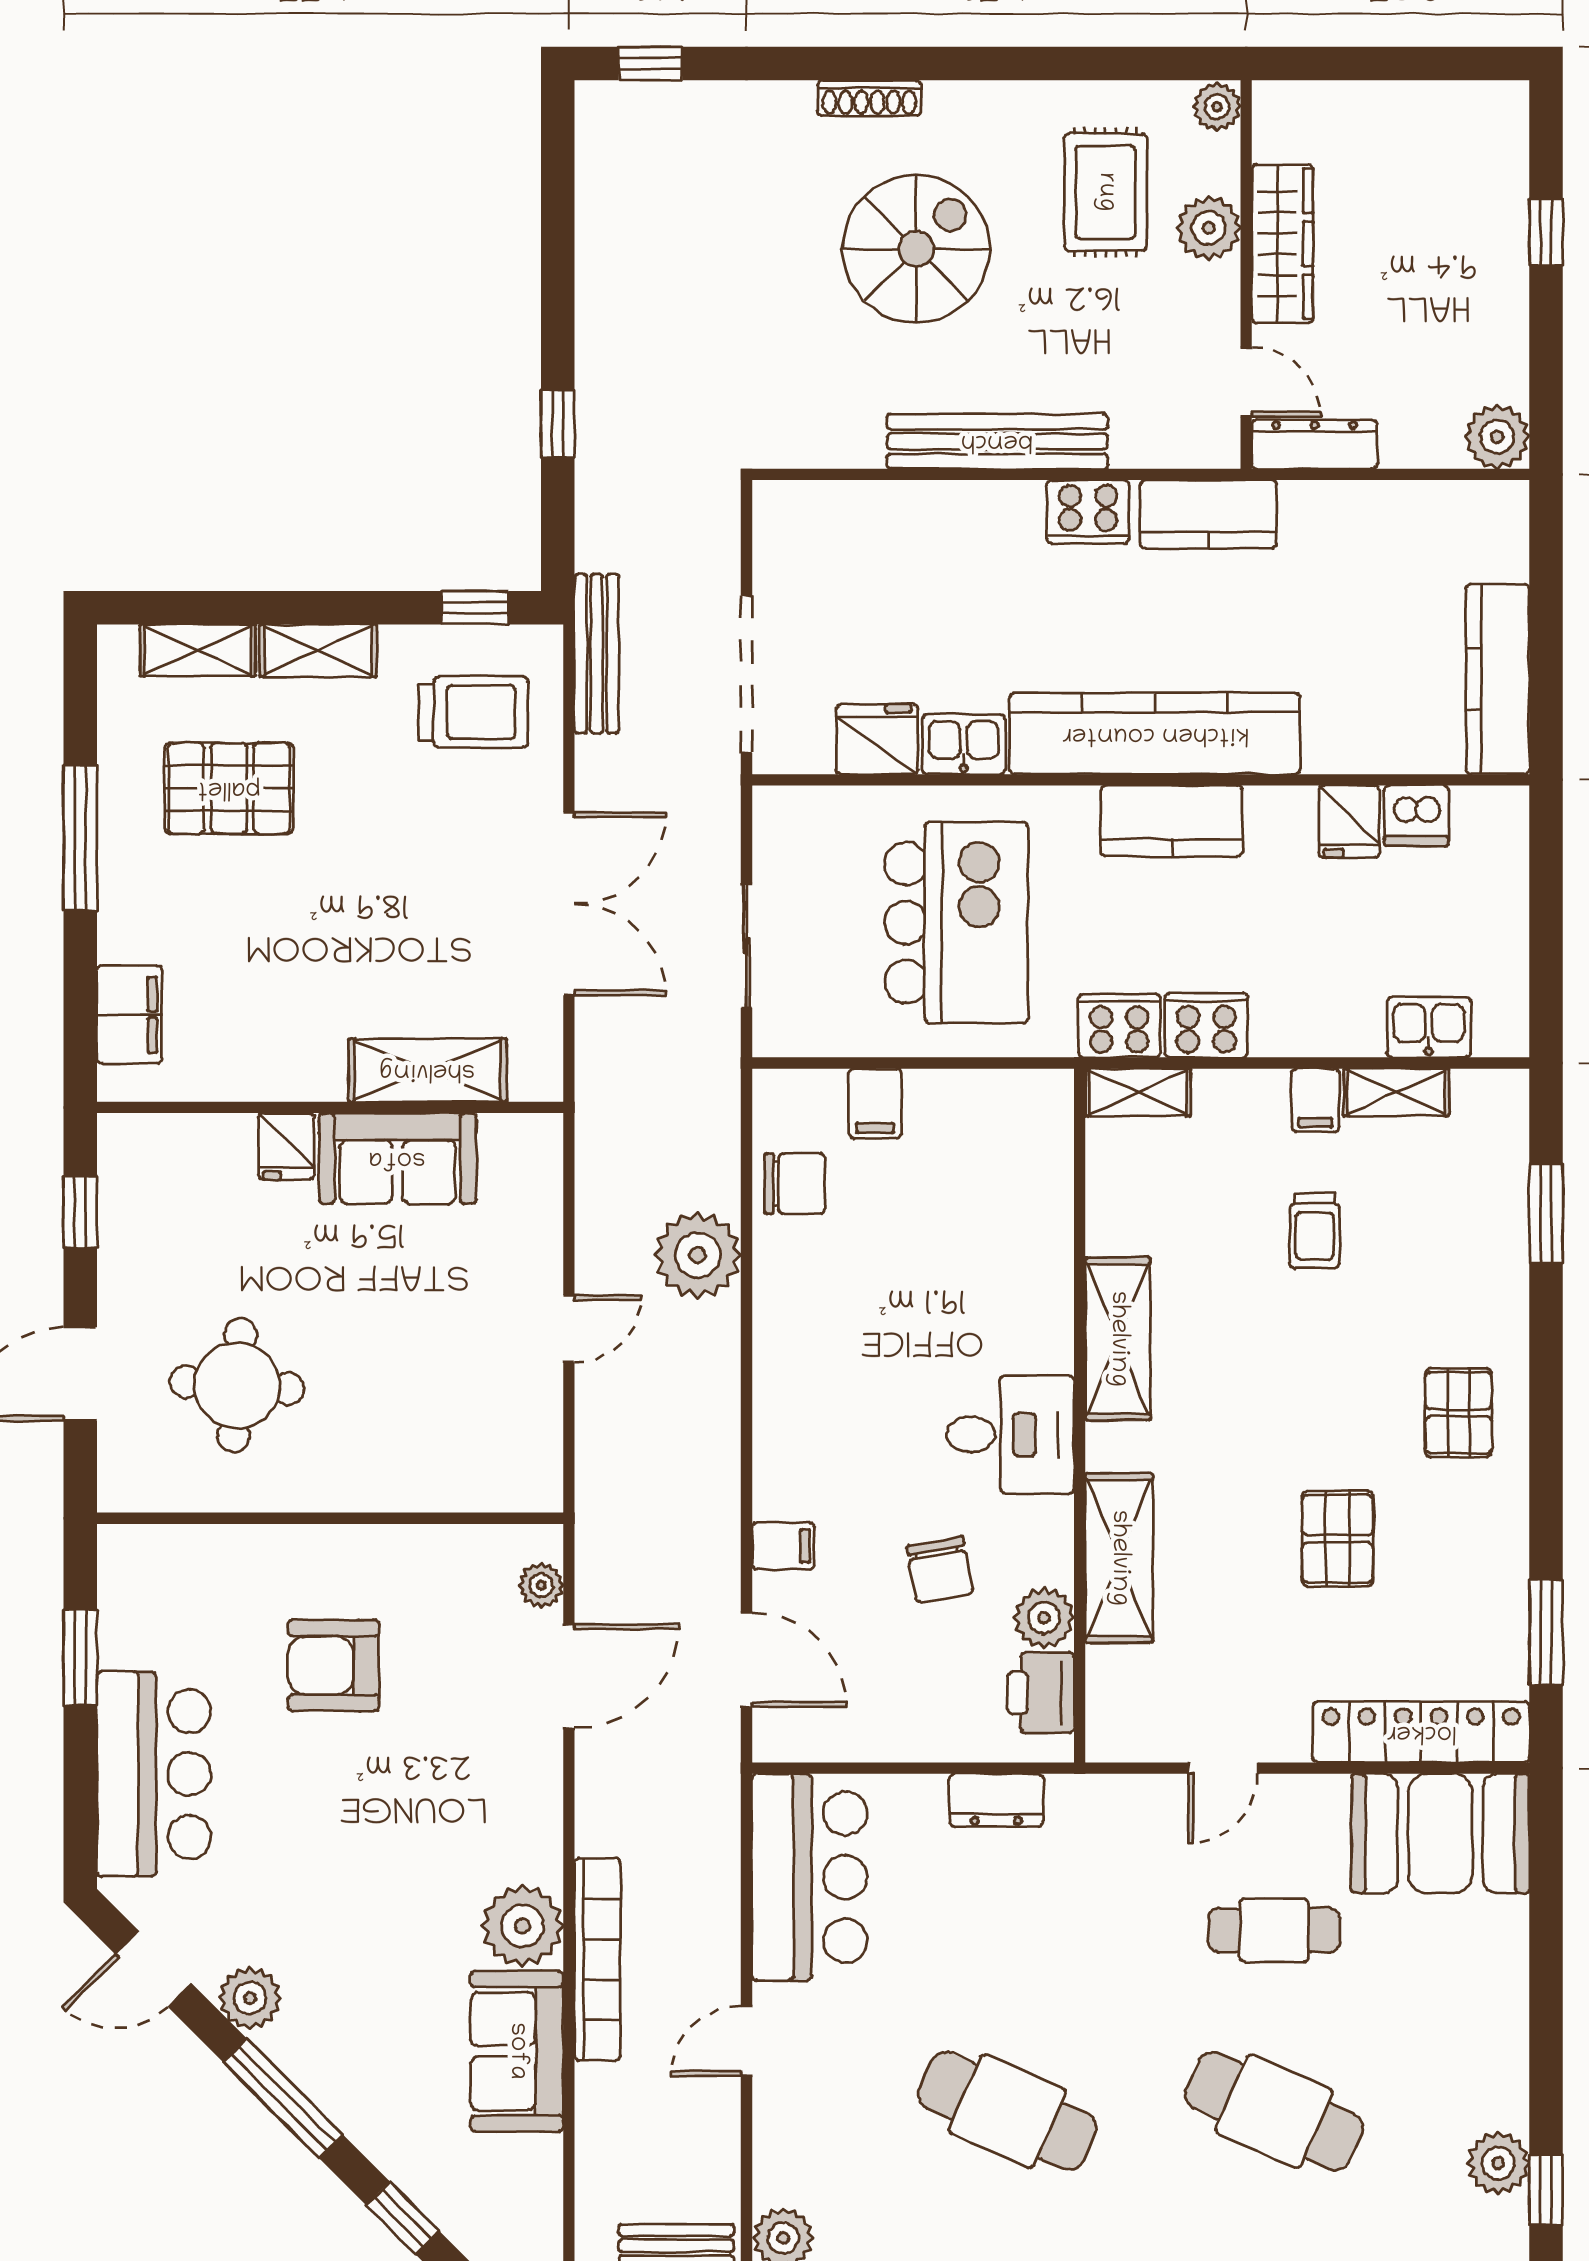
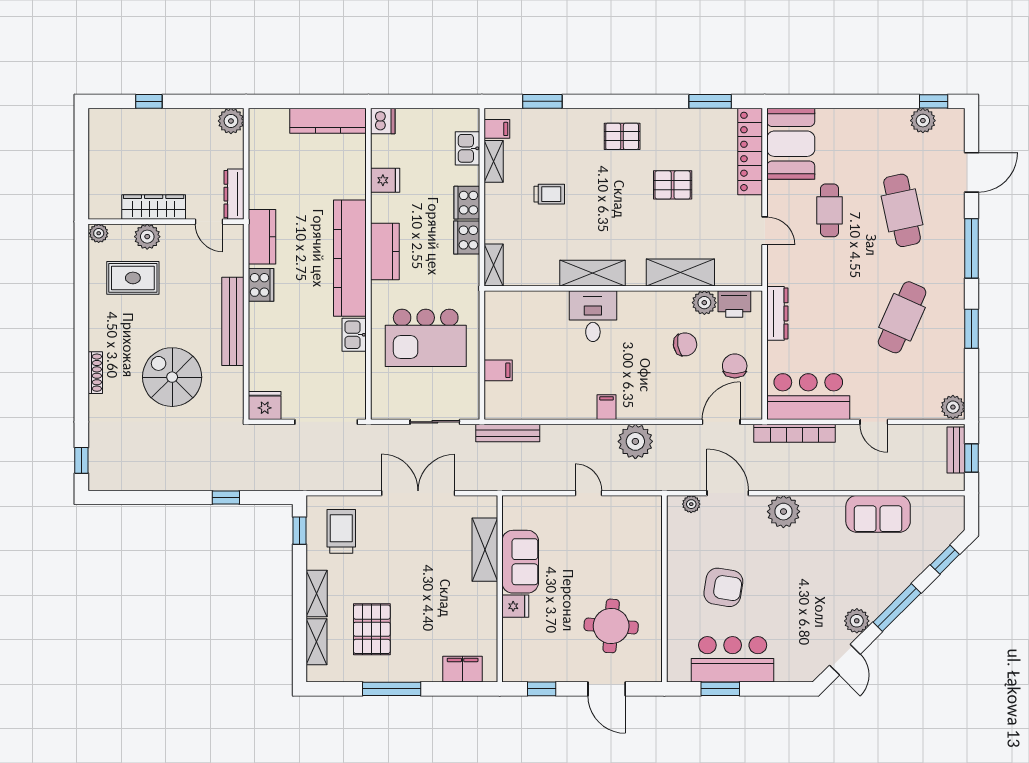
spiral stairs: (916, 249) -> (172, 377), moved
door: (1246, 382) -> (209, 222), swing flipped
bench: (597, 654) -> (508, 433), moved
fridge: (877, 739) -> (265, 406), moved, turned 90
dishwasher: (1416, 816) -> (383, 121), moved
kitchen island: (956, 923) -> (426, 338), turned 180
cooker: (1119, 1026) -> (467, 203), moved
filing cabinet: (1315, 1100) -> (497, 129), moved
chair: (794, 1183) -> (735, 366), moved
plant: (698, 1255) -> (635, 441), moved
desk: (1010, 1435) -> (593, 316), moved
filing cabinet: (783, 1546) -> (607, 407), moved
armchair: (333, 1665) -> (723, 587), turned -81
bar counter: (154, 1774) -> (733, 659), moved
dresser: (996, 1800) -> (777, 313), width x1.44
plant: (523, 1926) -> (783, 512), moved
bookcase: (597, 1959) -> (795, 433), moved, turned 180
cafe table: (1274, 2111) -> (902, 210), turned -36

